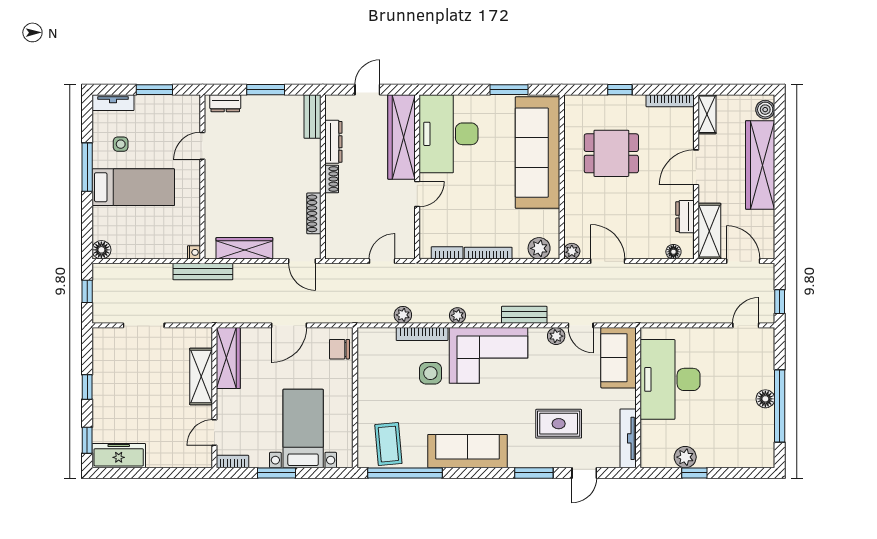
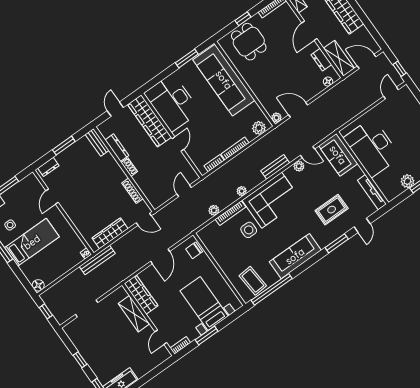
dining table: (611, 153) -> (249, 42), moved, turned 90

